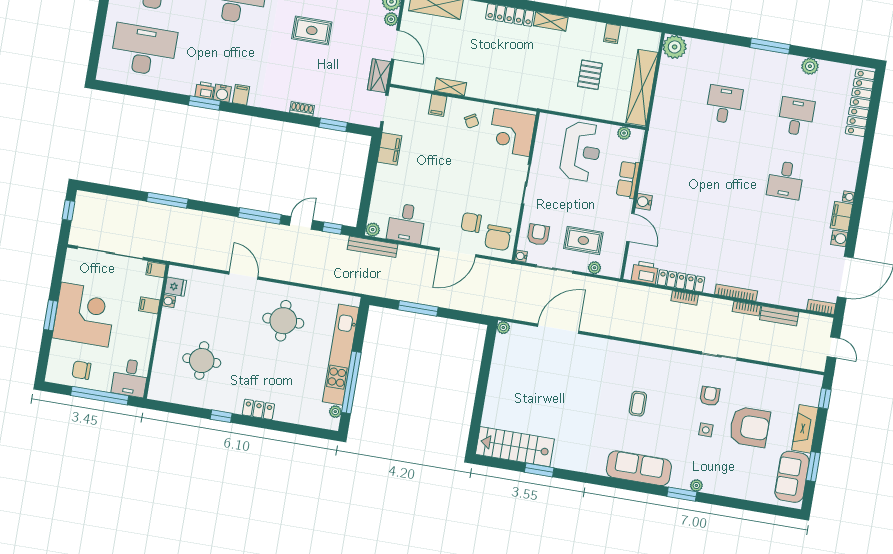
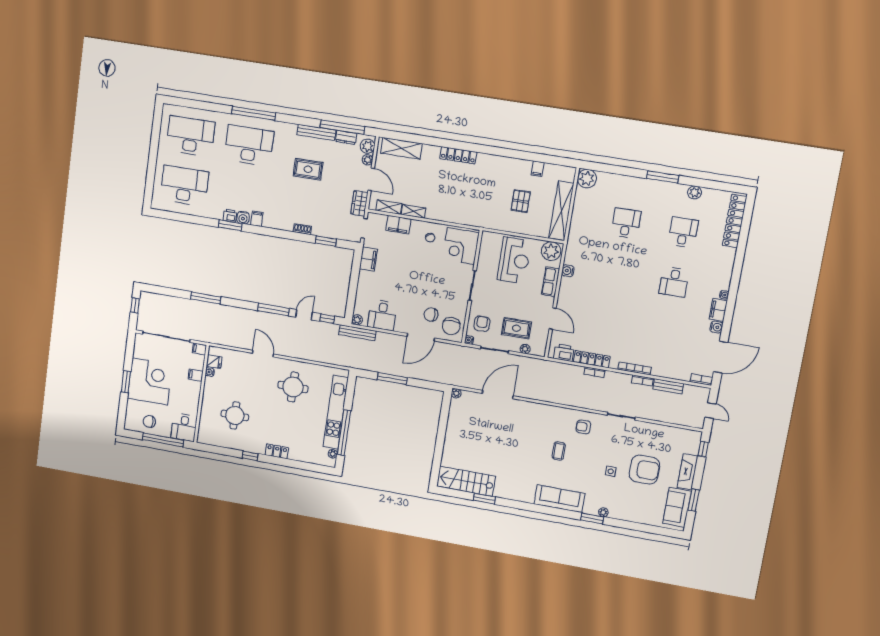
shelving: (551, 21) -> (389, 207), moved
filing cabinet: (438, 105) -> (398, 225), width x2.00
plant: (624, 133) -> (551, 251), width x1.88, depth x1.88
water cooler: (644, 202) -> (568, 271), moved
armchair: (710, 396) -> (583, 427), moved, turned -90

